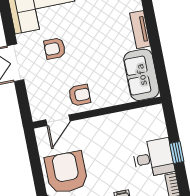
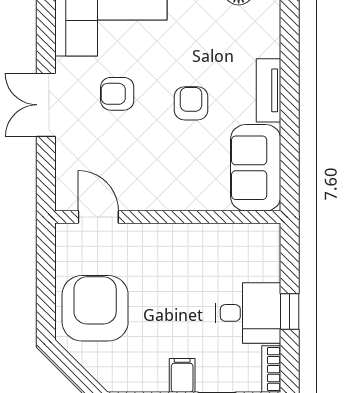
armchair: (80, 95) -> (191, 103), moved, turned -90
door: (58, 120) -> (98, 217), swing flipped

